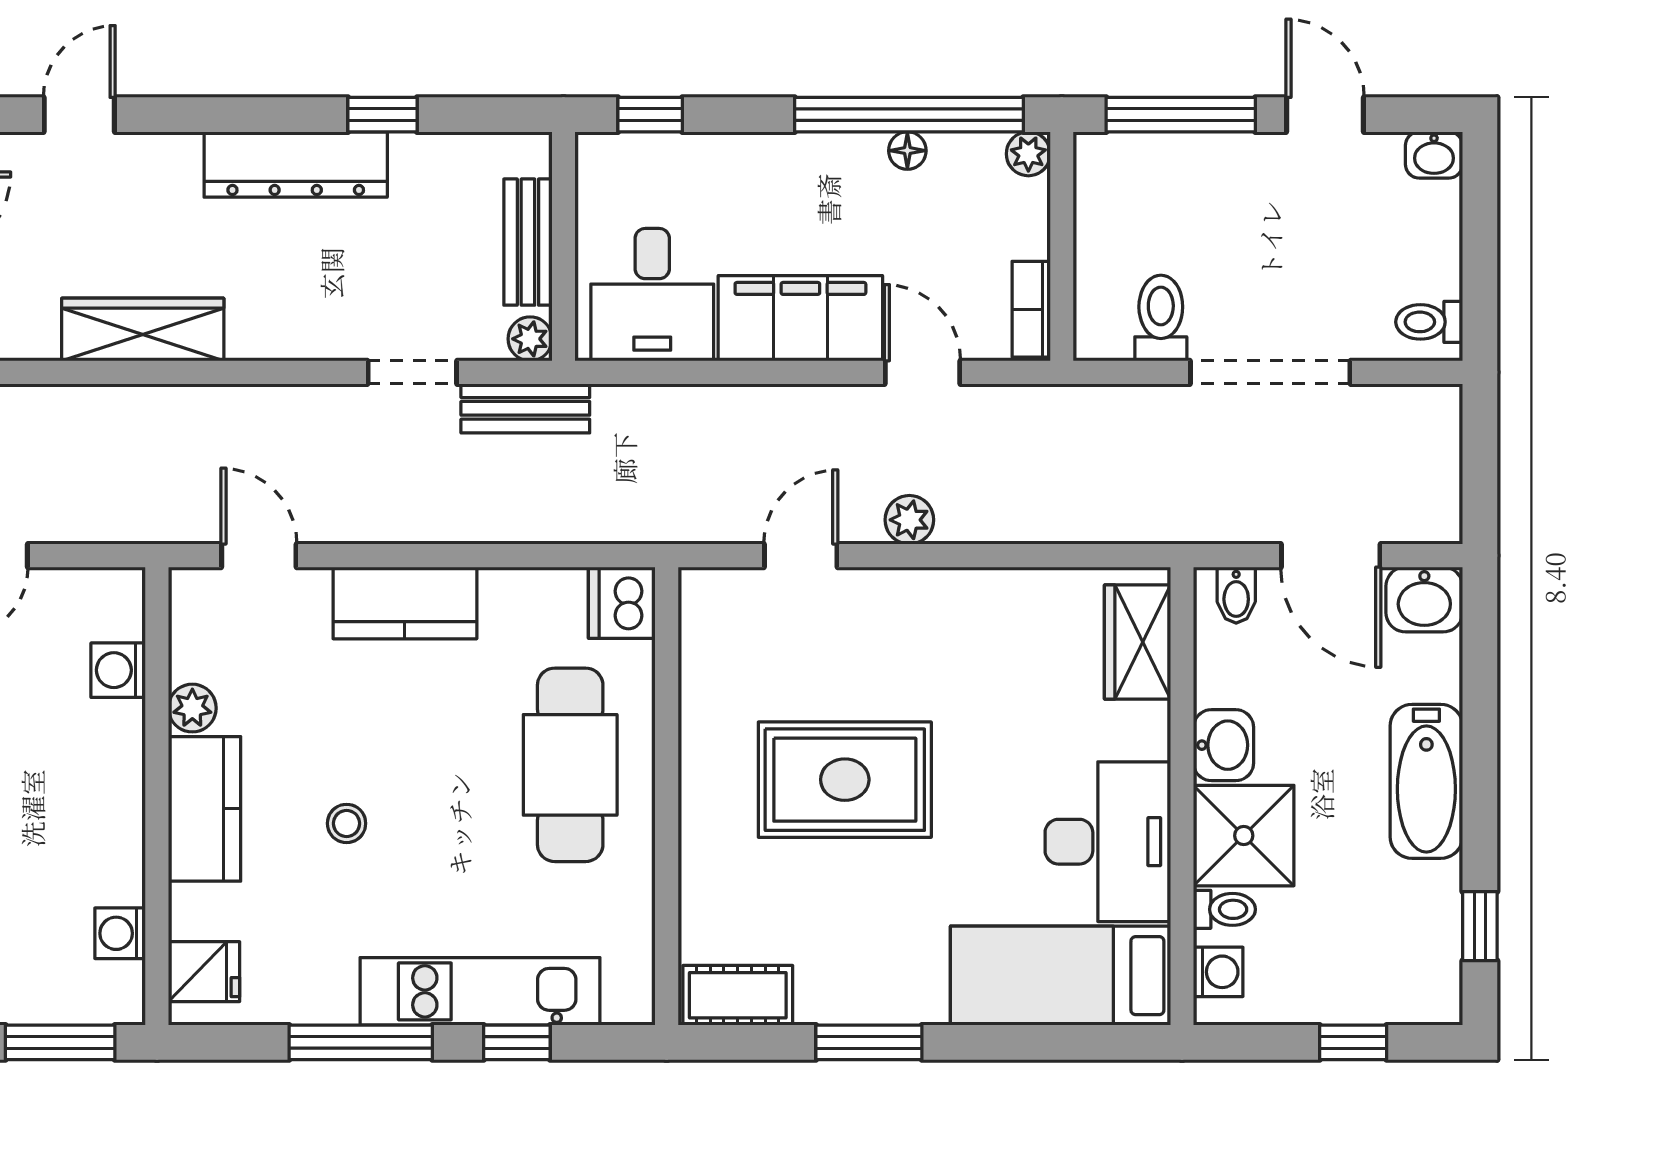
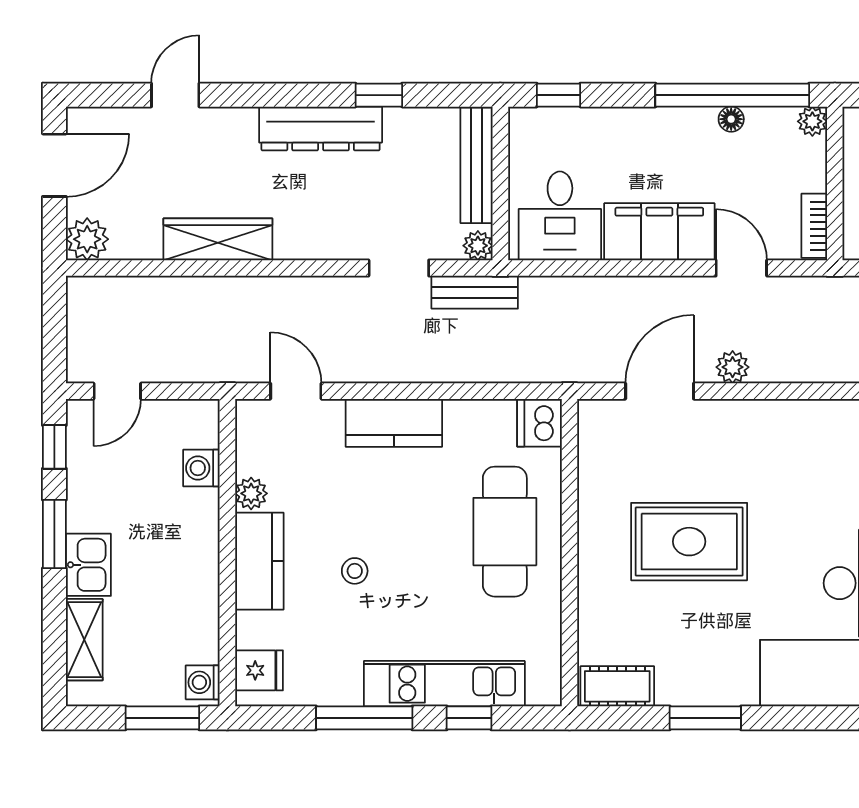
bench: (528, 242) -> (476, 165), width x1.36
door: (801, 556) -> (660, 391), width x1.37
washing machine: (120, 933) -> (203, 682), moved

